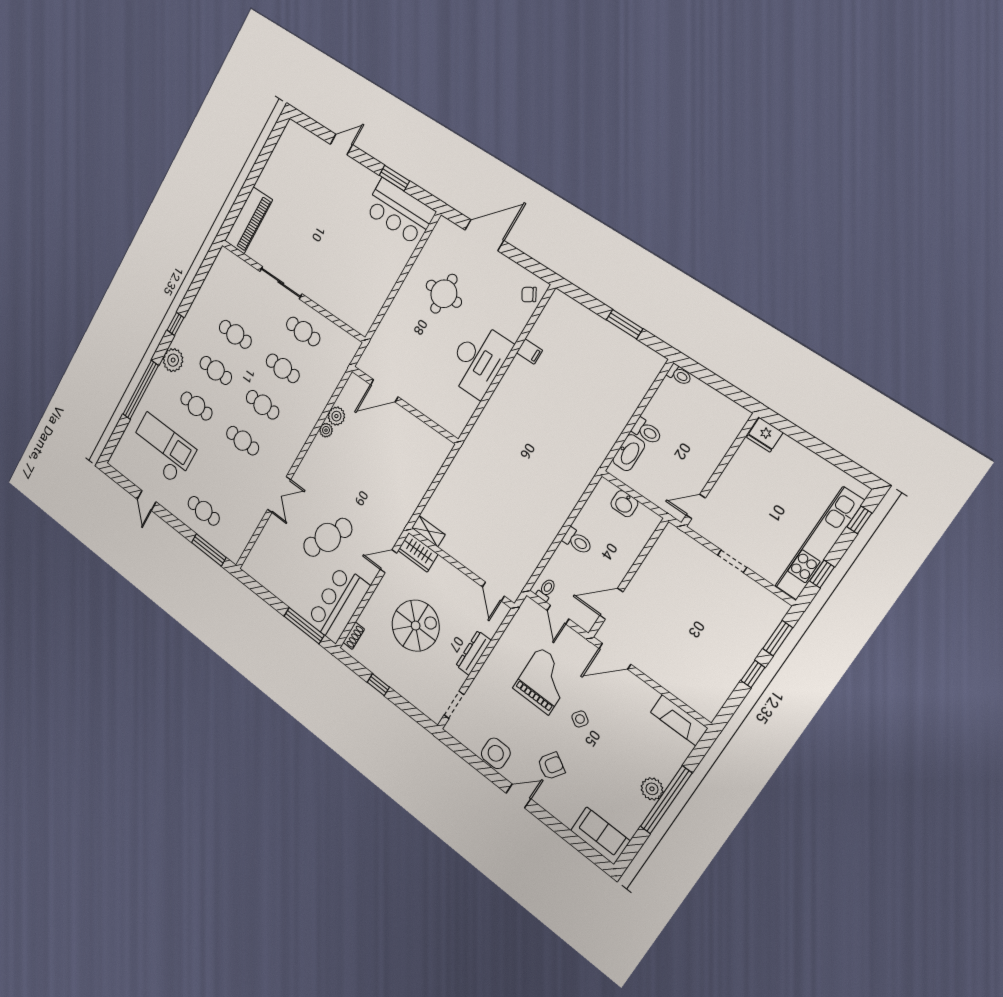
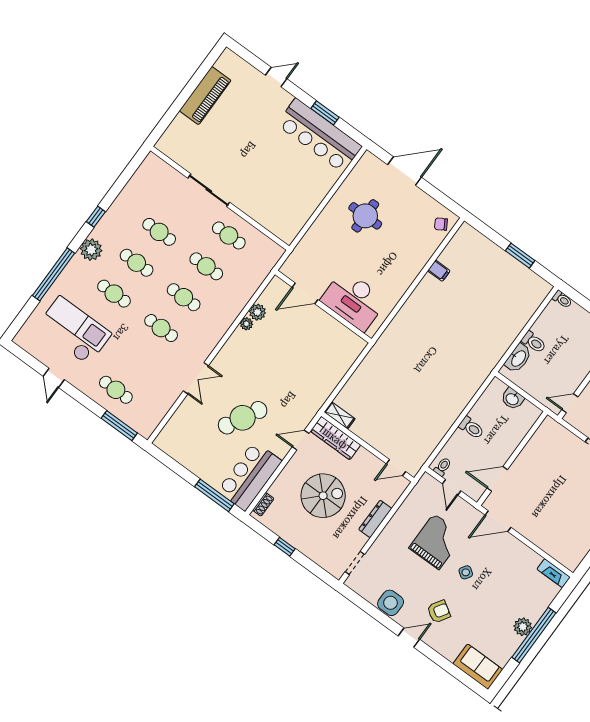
bar counter: (400, 212) -> (319, 135), width x1.36
piano: (248, 220) -> (205, 96), moved
desk: (478, 360) -> (354, 300), moved, turned 90
wardrobe: (418, 552) -> (335, 438), width x1.50
door: (493, 592) -> (396, 468), hinge flipped
fireplace: (679, 720) -> (554, 573), width x0.73, depth x0.76

